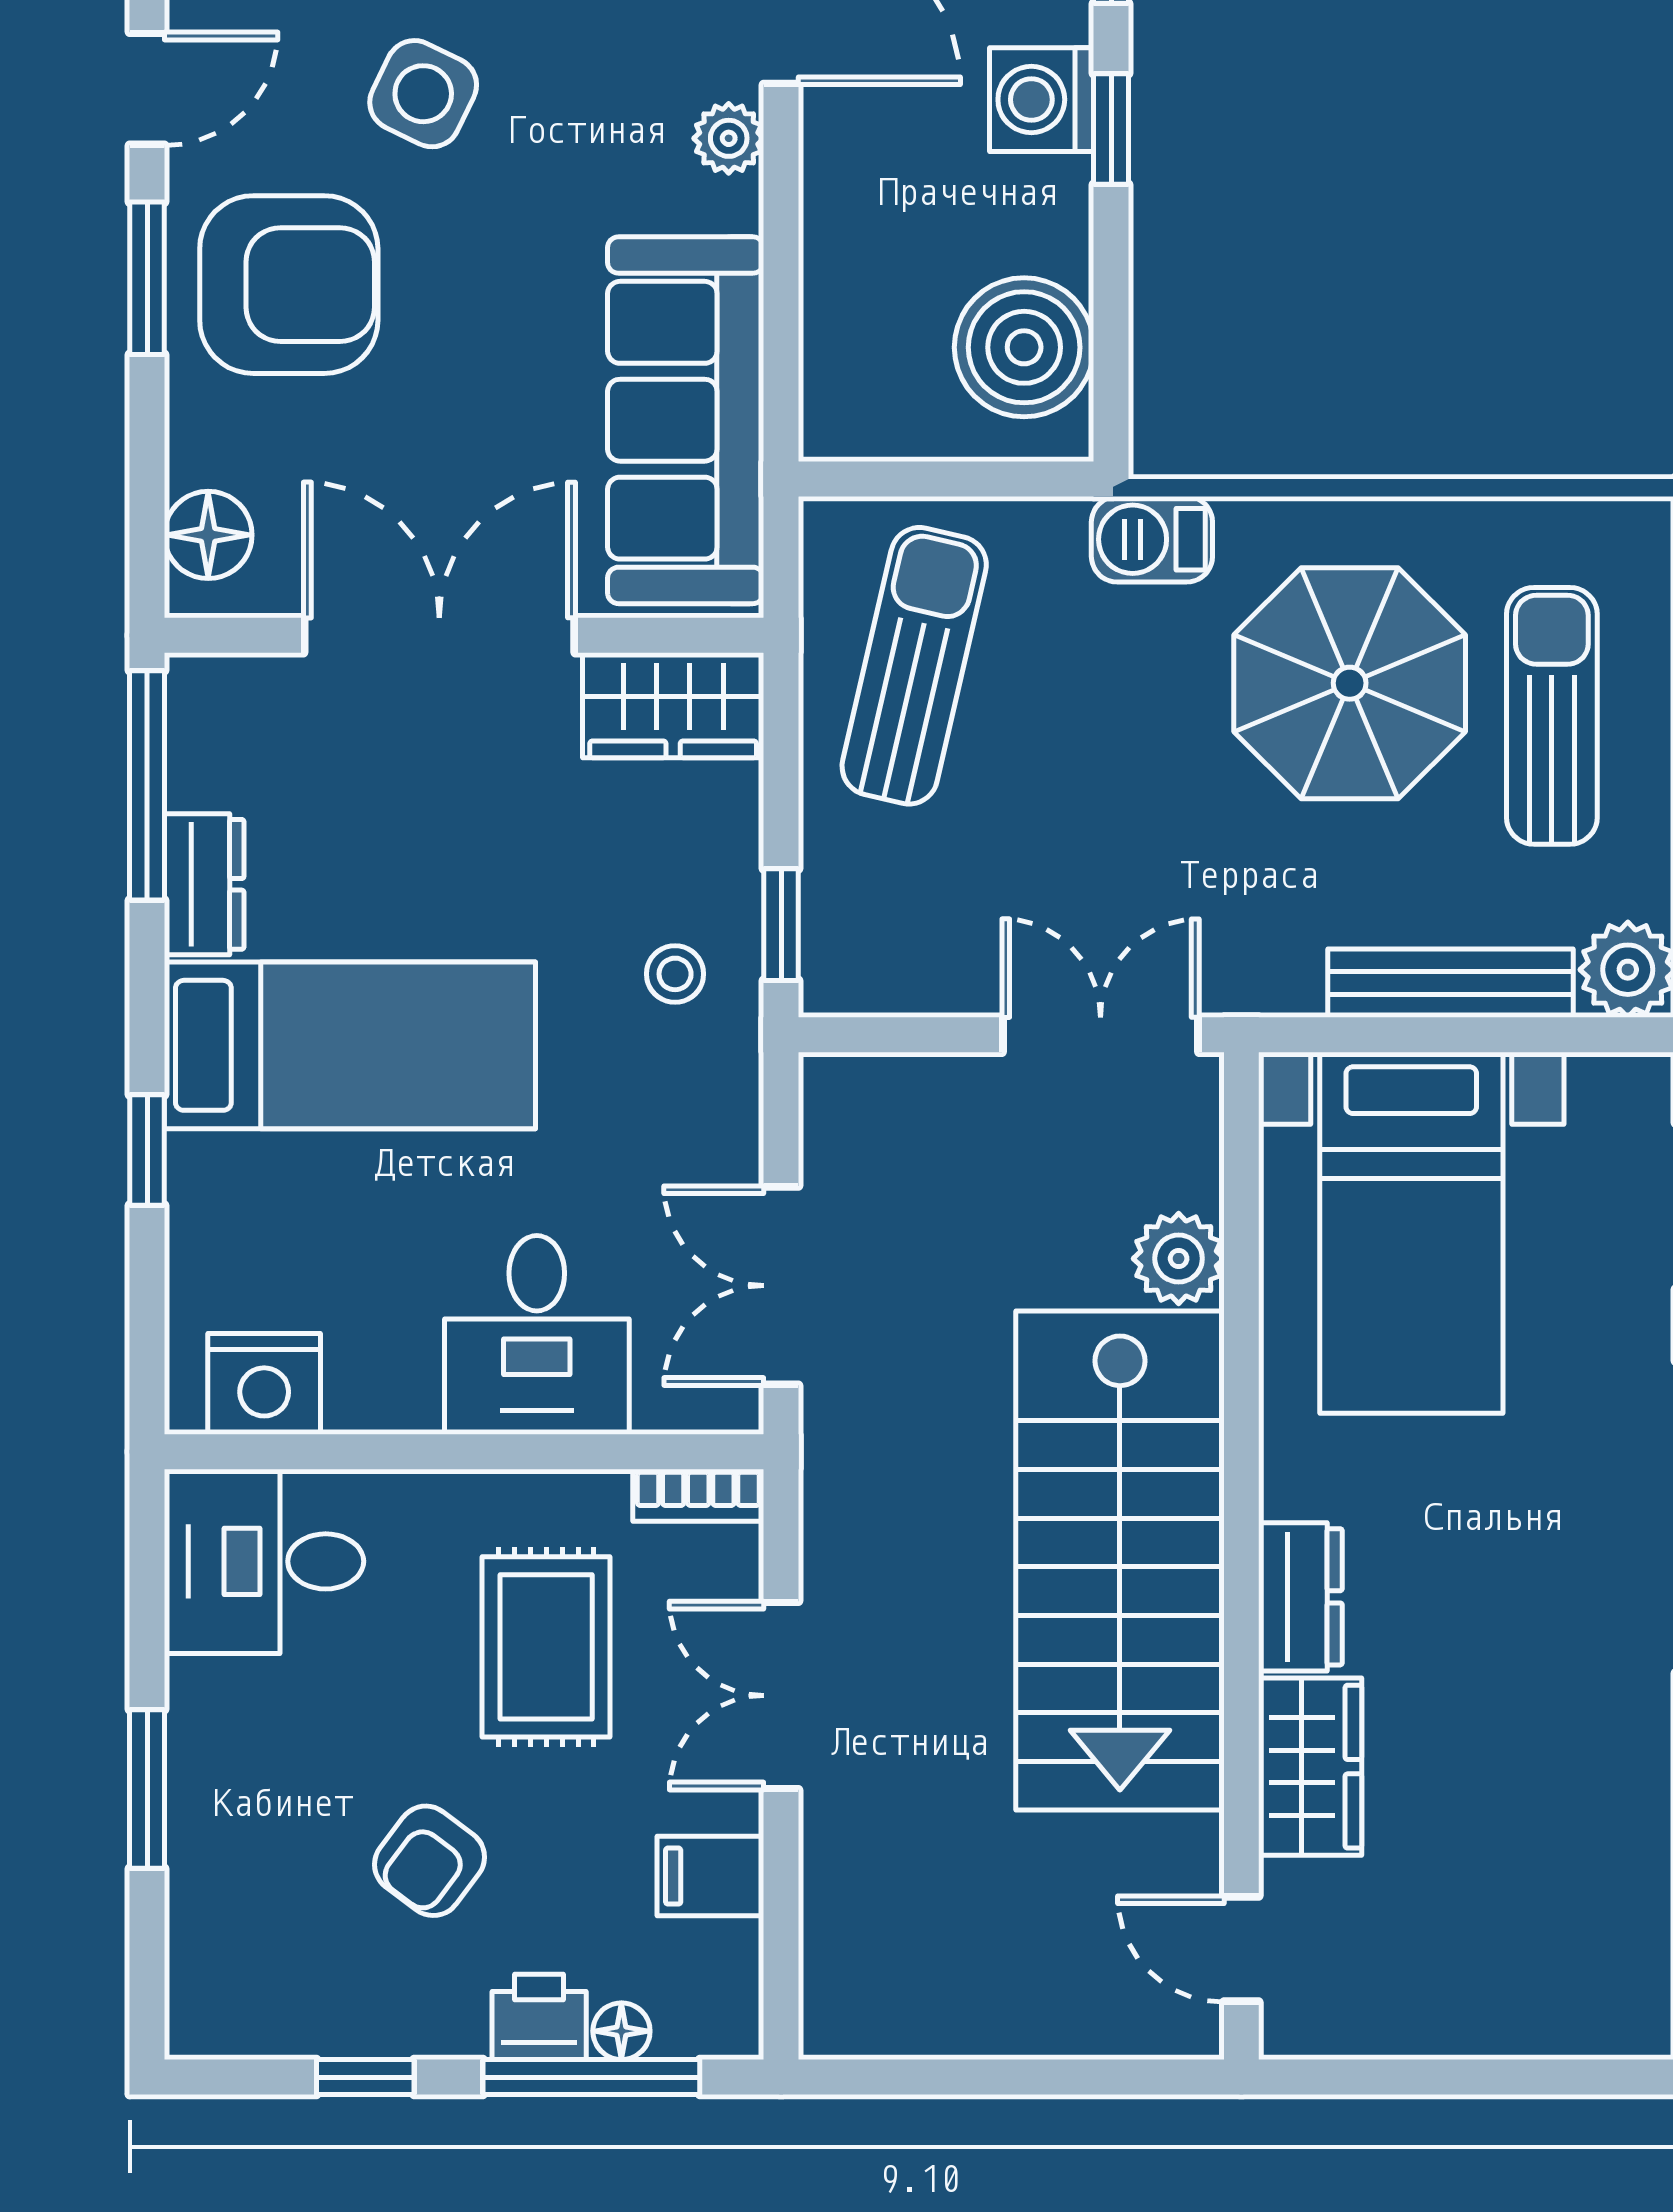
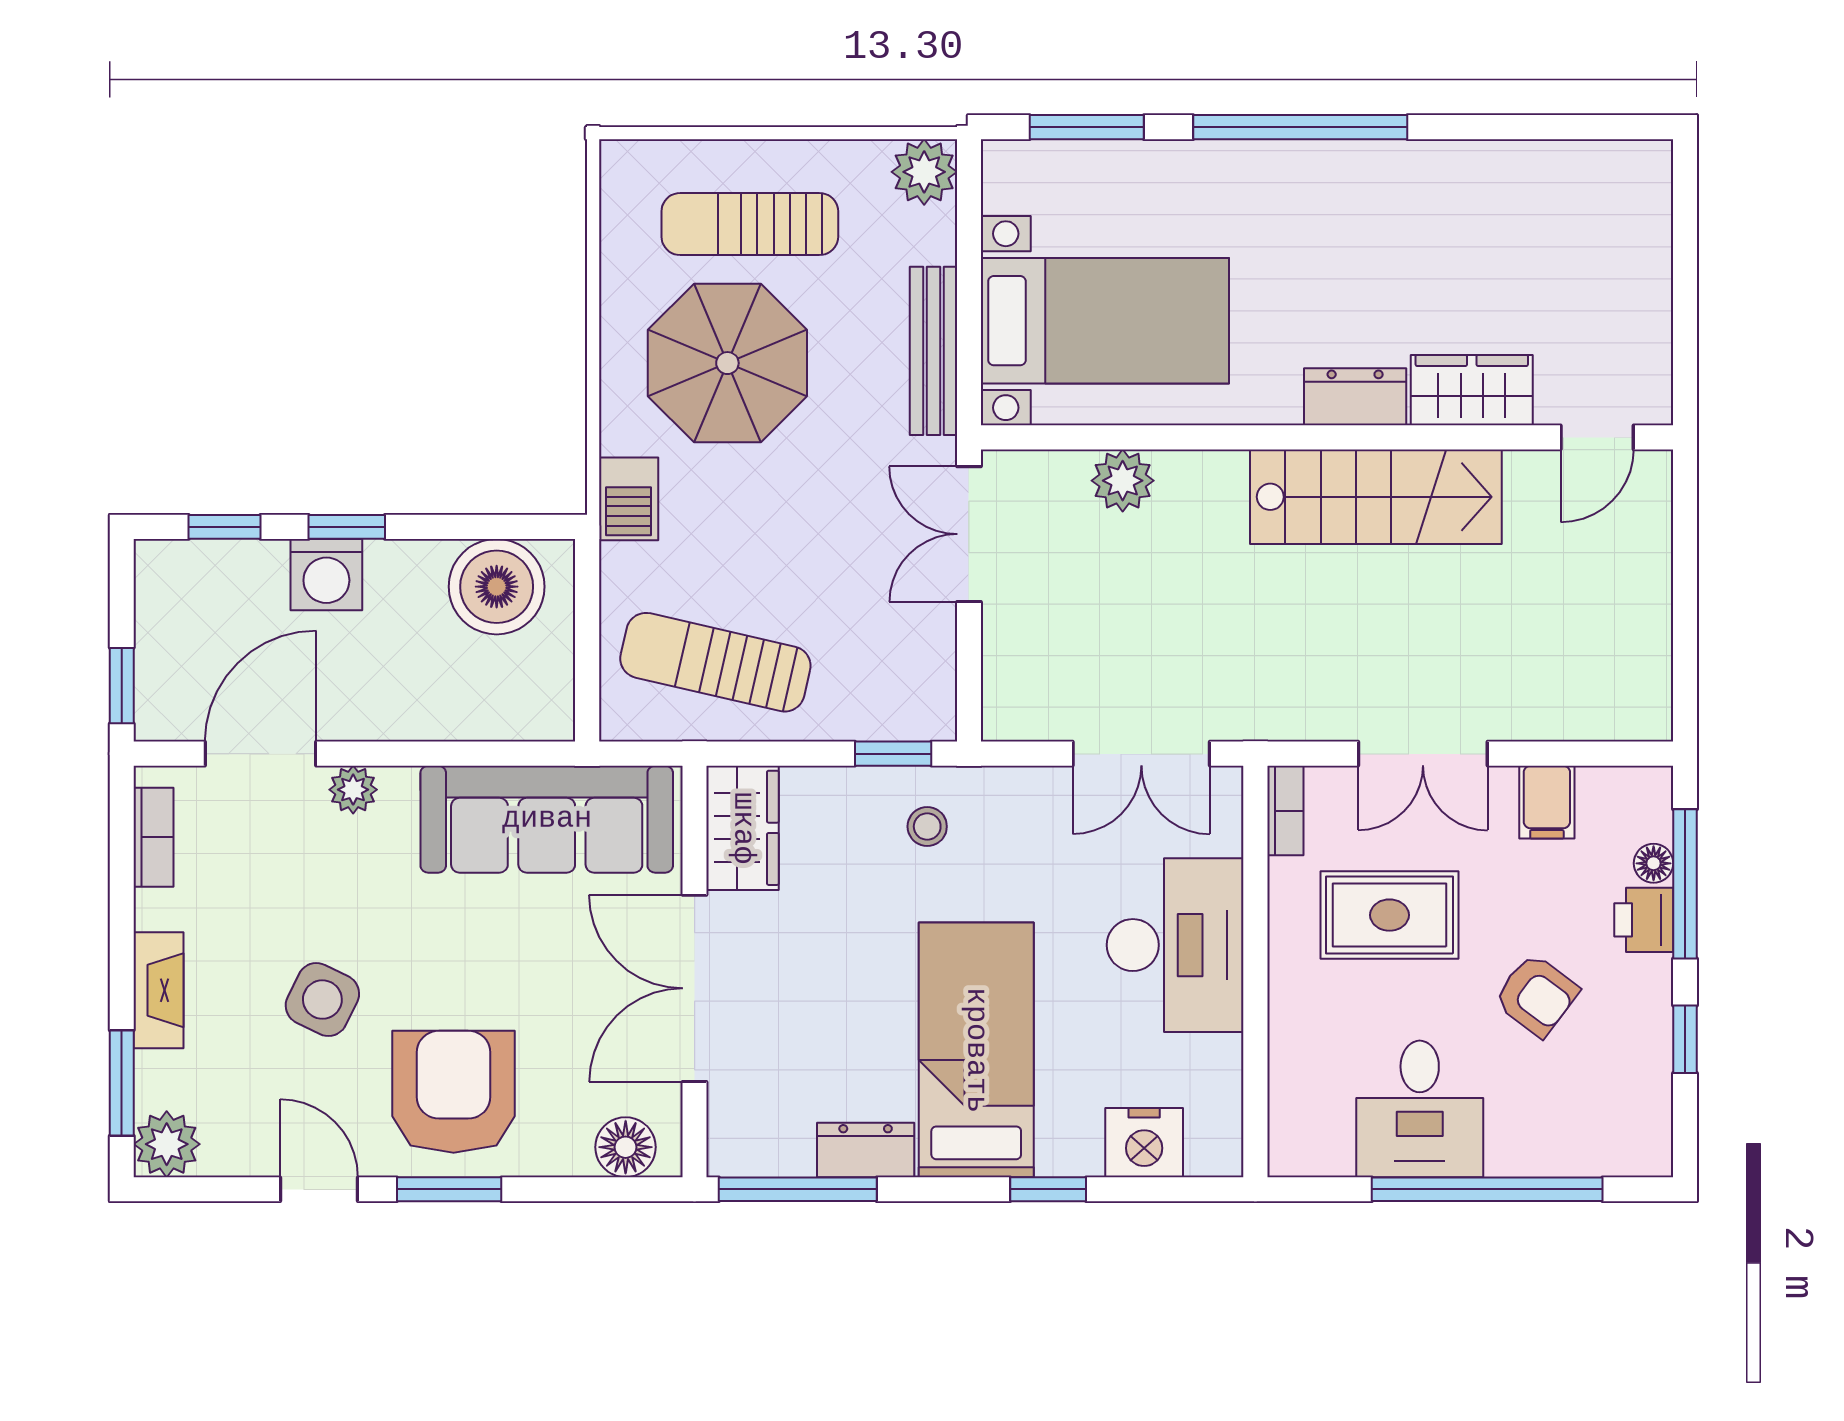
bench: (1450, 983) -> (933, 351), moved
desk: (537, 1335) -> (1175, 945), width x1.37
nightstand: (264, 1384) -> (1144, 1143), moved, turned 90
desk: (264, 1561) -> (1420, 1109), moved
stairs: (1120, 1561) -> (1376, 497), width x0.73, depth x0.66
window: (147, 1789) -> (1487, 1189), width x2.11

